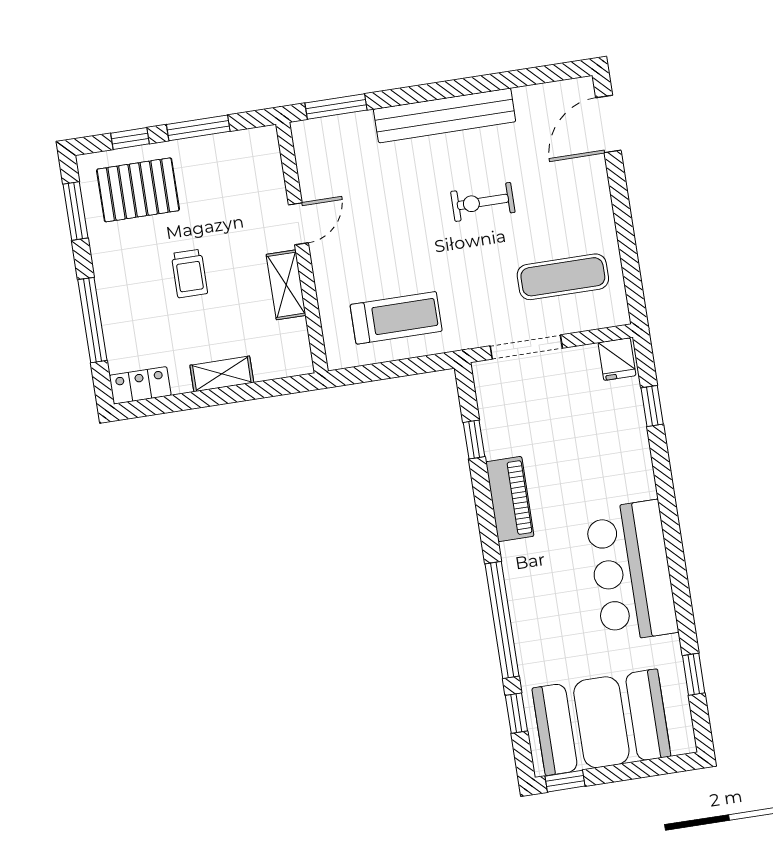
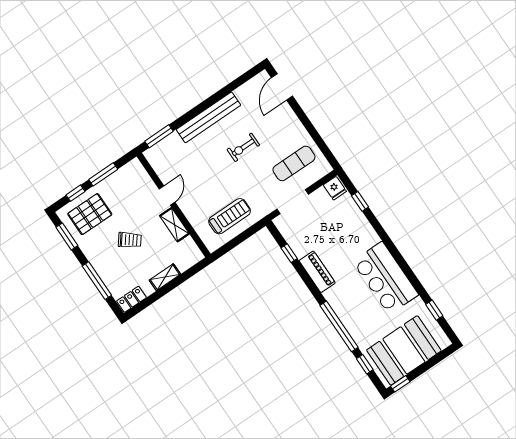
trolley: (189, 274) -> (130, 240), turned -52

